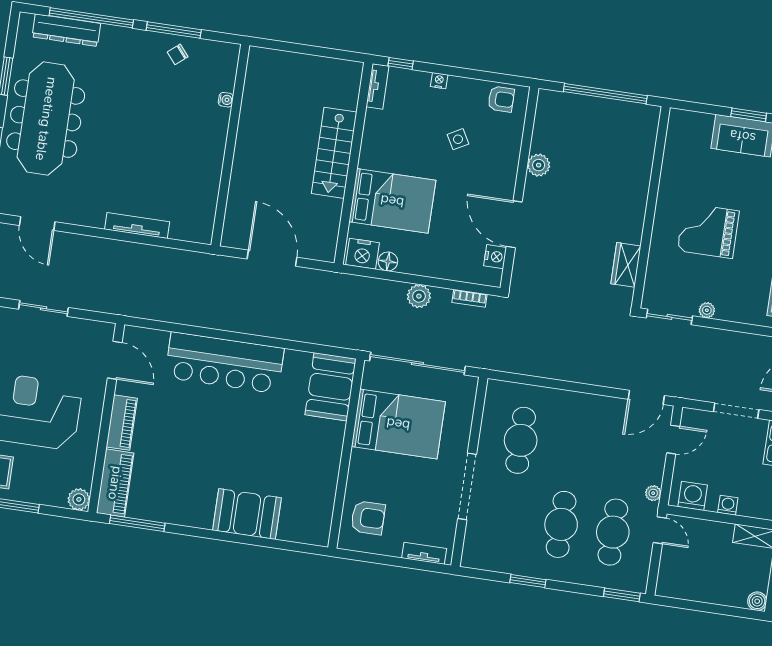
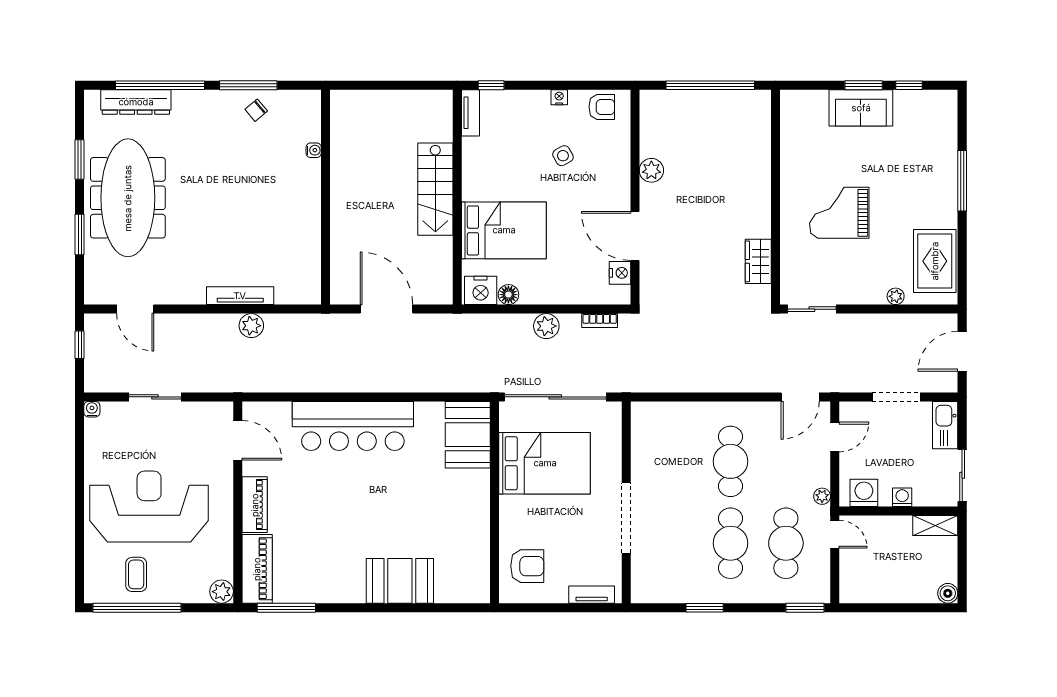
nightstand: (439, 81) -> (559, 97), moved
plant: (143, 255) -> (251, 326), added
plant: (707, 310) -> (896, 296), moved
cafe table: (521, 440) -> (731, 461), moved

